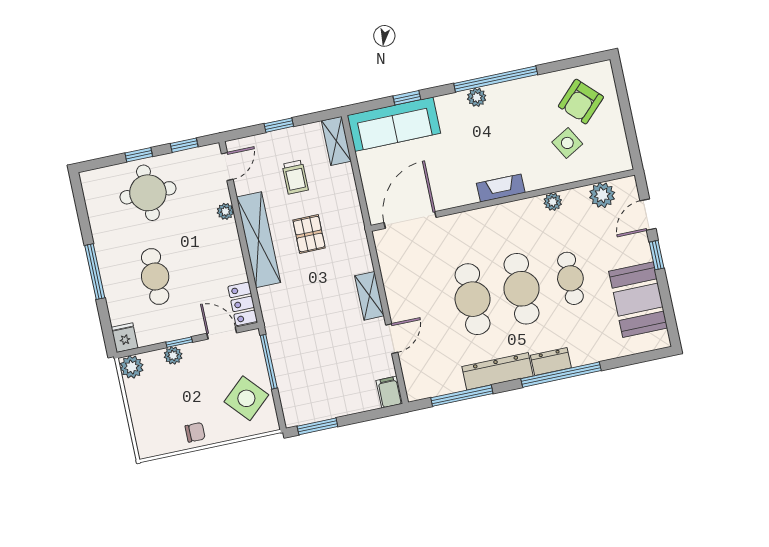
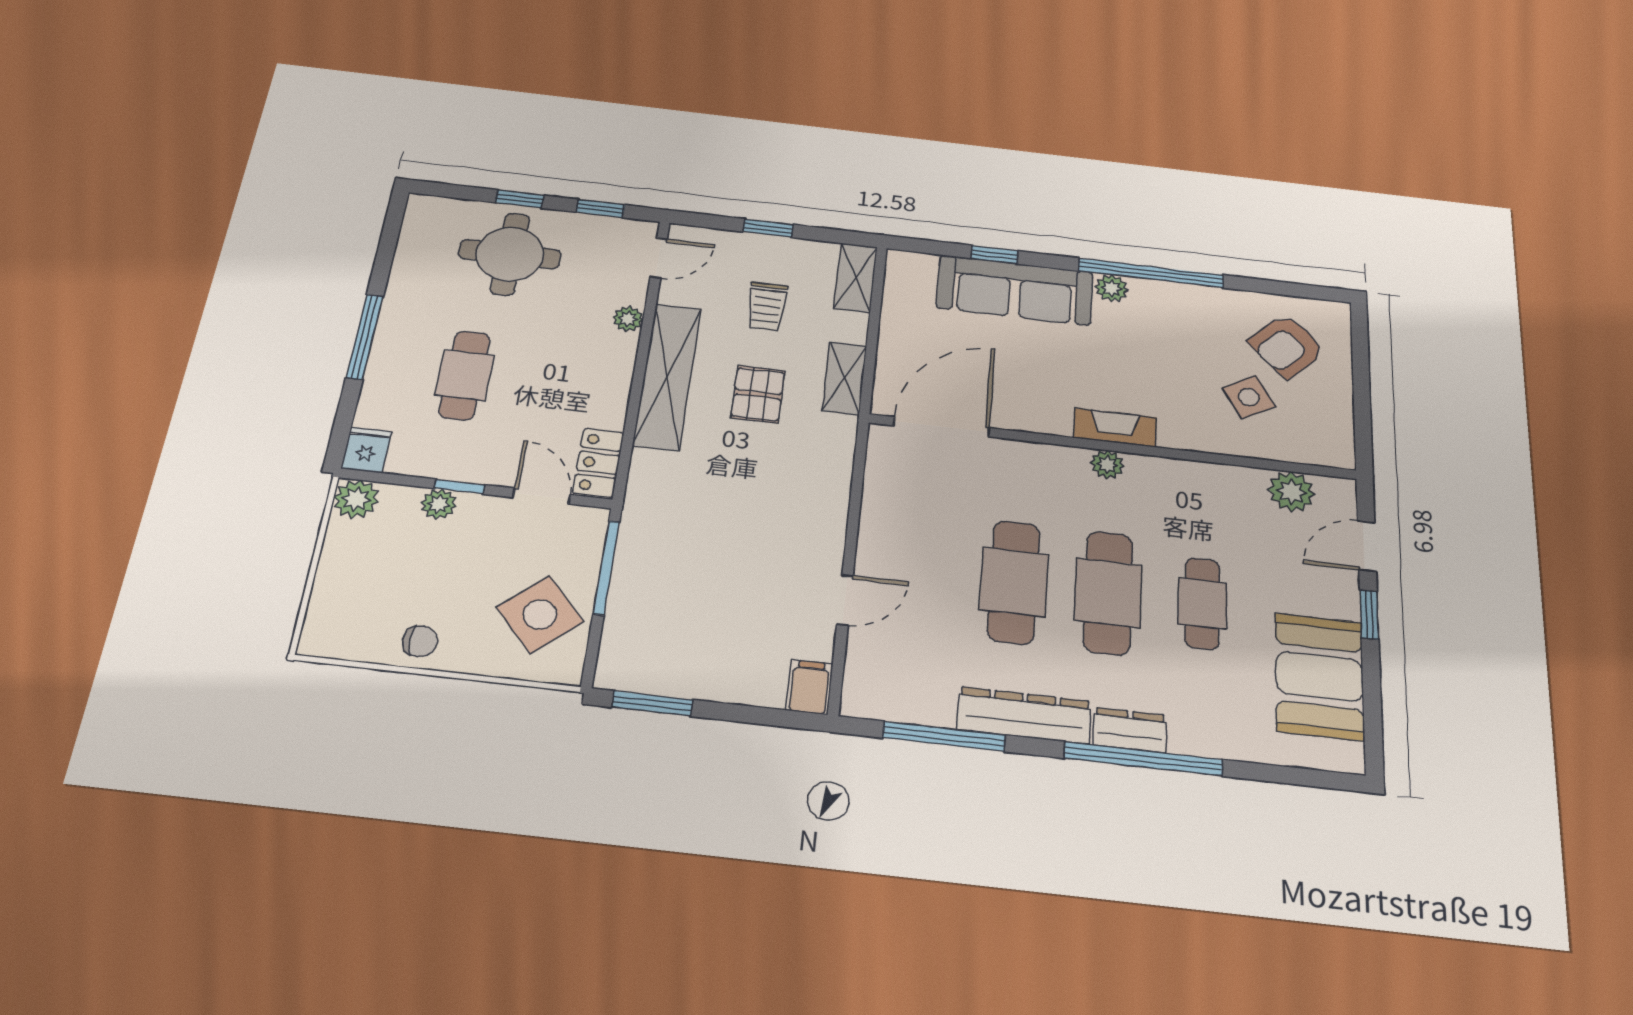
sofa: (394, 124) -> (1015, 290), moved
plant: (553, 202) -> (1107, 465), moved
shelving: (369, 296) -> (845, 378), moved

